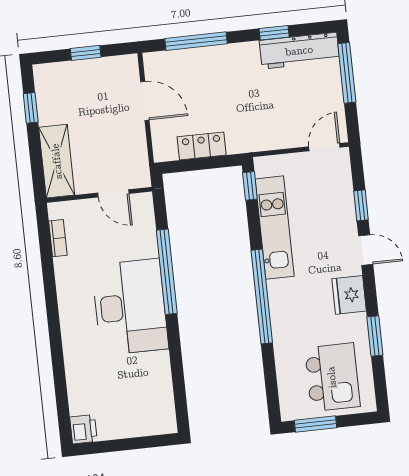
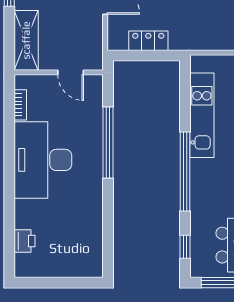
window: (250, 186) -> (185, 247), moved
desk: (130, 307) -> (43, 160), moved, turned 180
printer: (83, 429) -> (25, 241), moved

